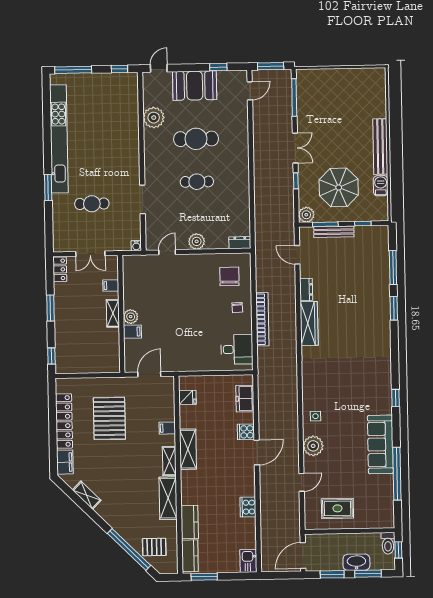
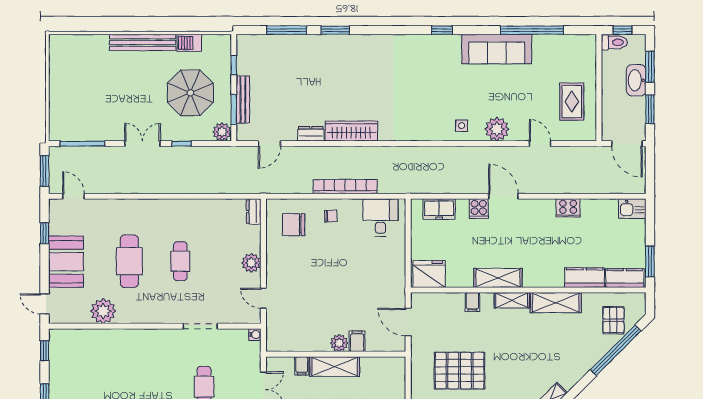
shelving: (113, 313) -> (335, 367), width x1.50, depth x1.33
fridge: (187, 398) -> (429, 274), width x1.88, depth x1.34

